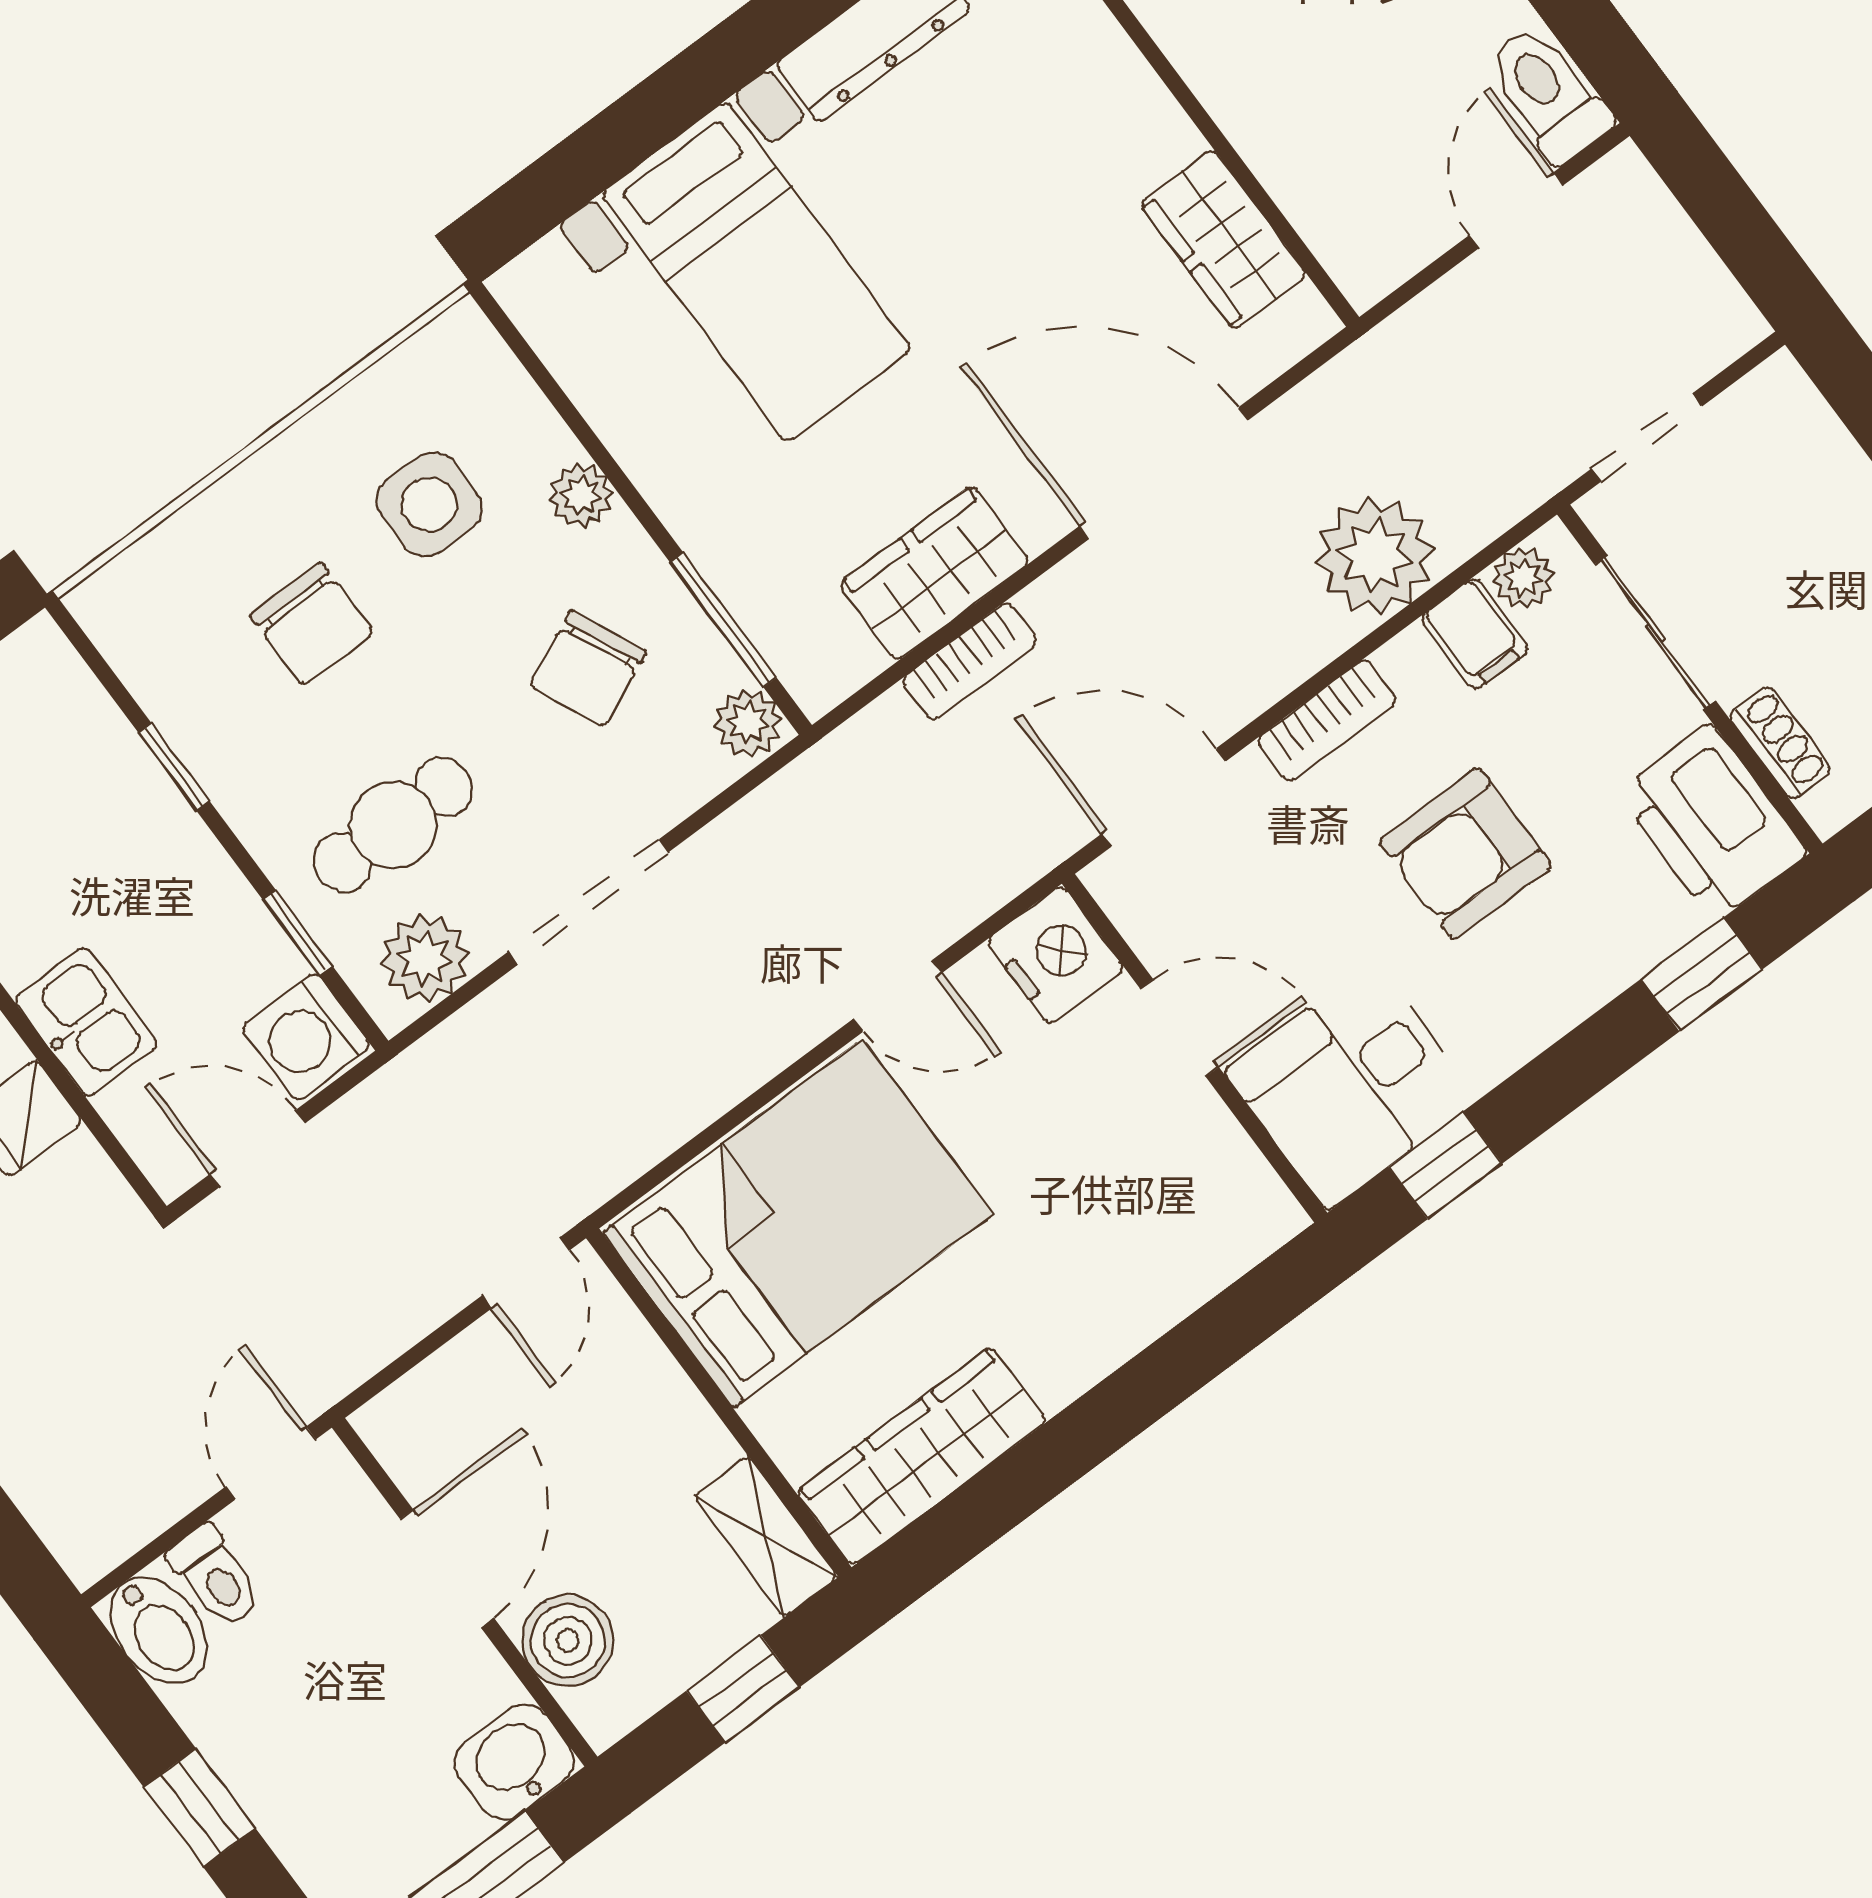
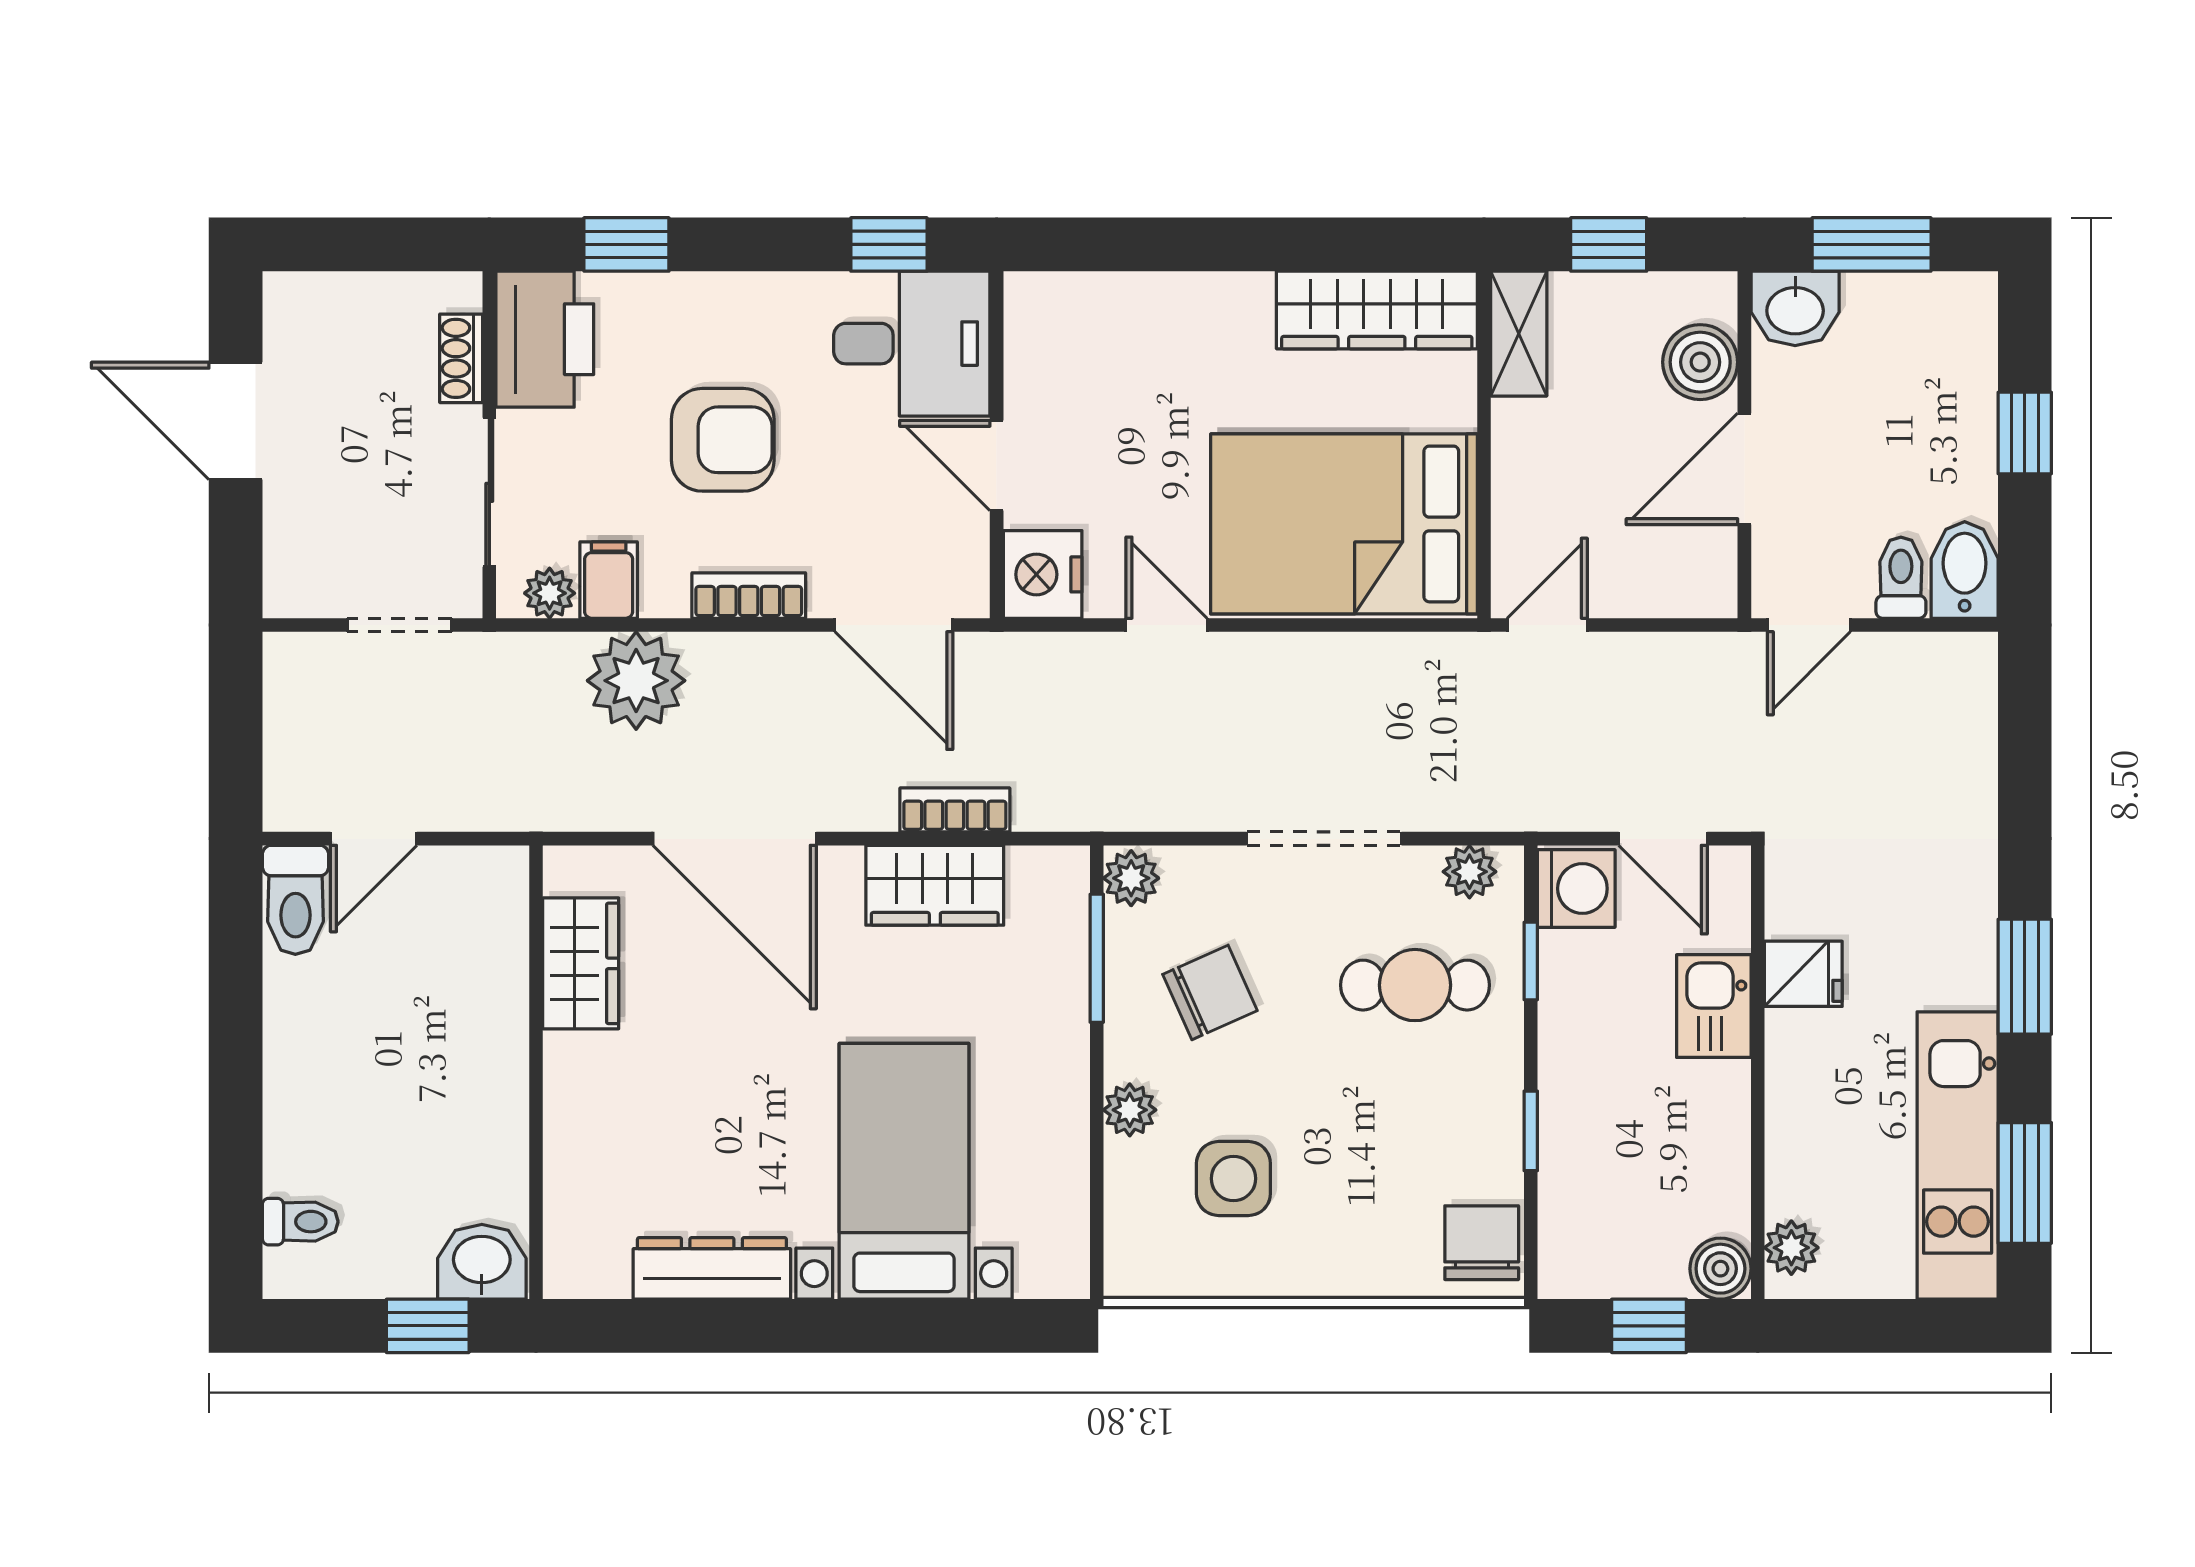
chair: (312, 624) -> (1482, 1243), moved
plant: (425, 959) -> (1469, 872), width x0.73, depth x0.73

